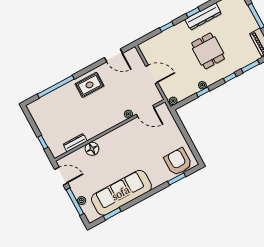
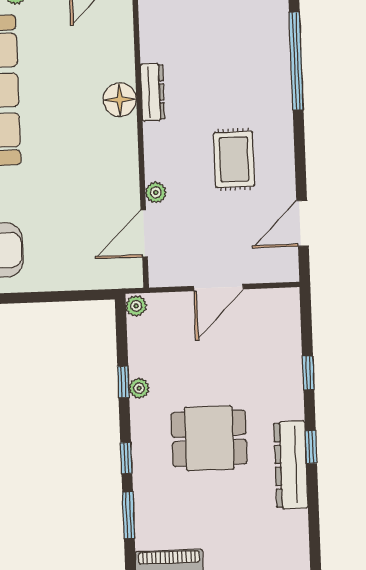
rug: (90, 85) -> (234, 159), moved
dresser: (75, 143) -> (152, 92), moved
floor lamp: (92, 149) -> (120, 100), moved

